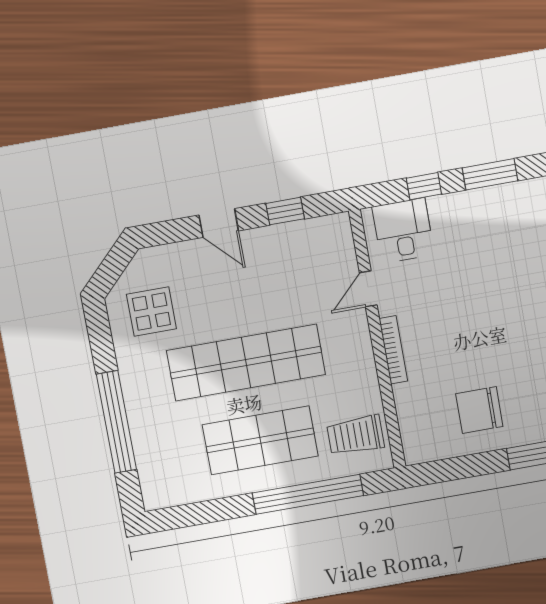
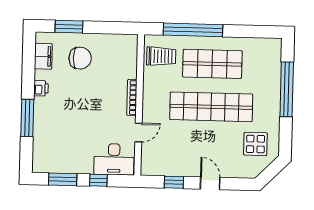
desk: (403, 231) -> (114, 159), width x1.37
chair: (479, 410) -> (80, 58), moved

